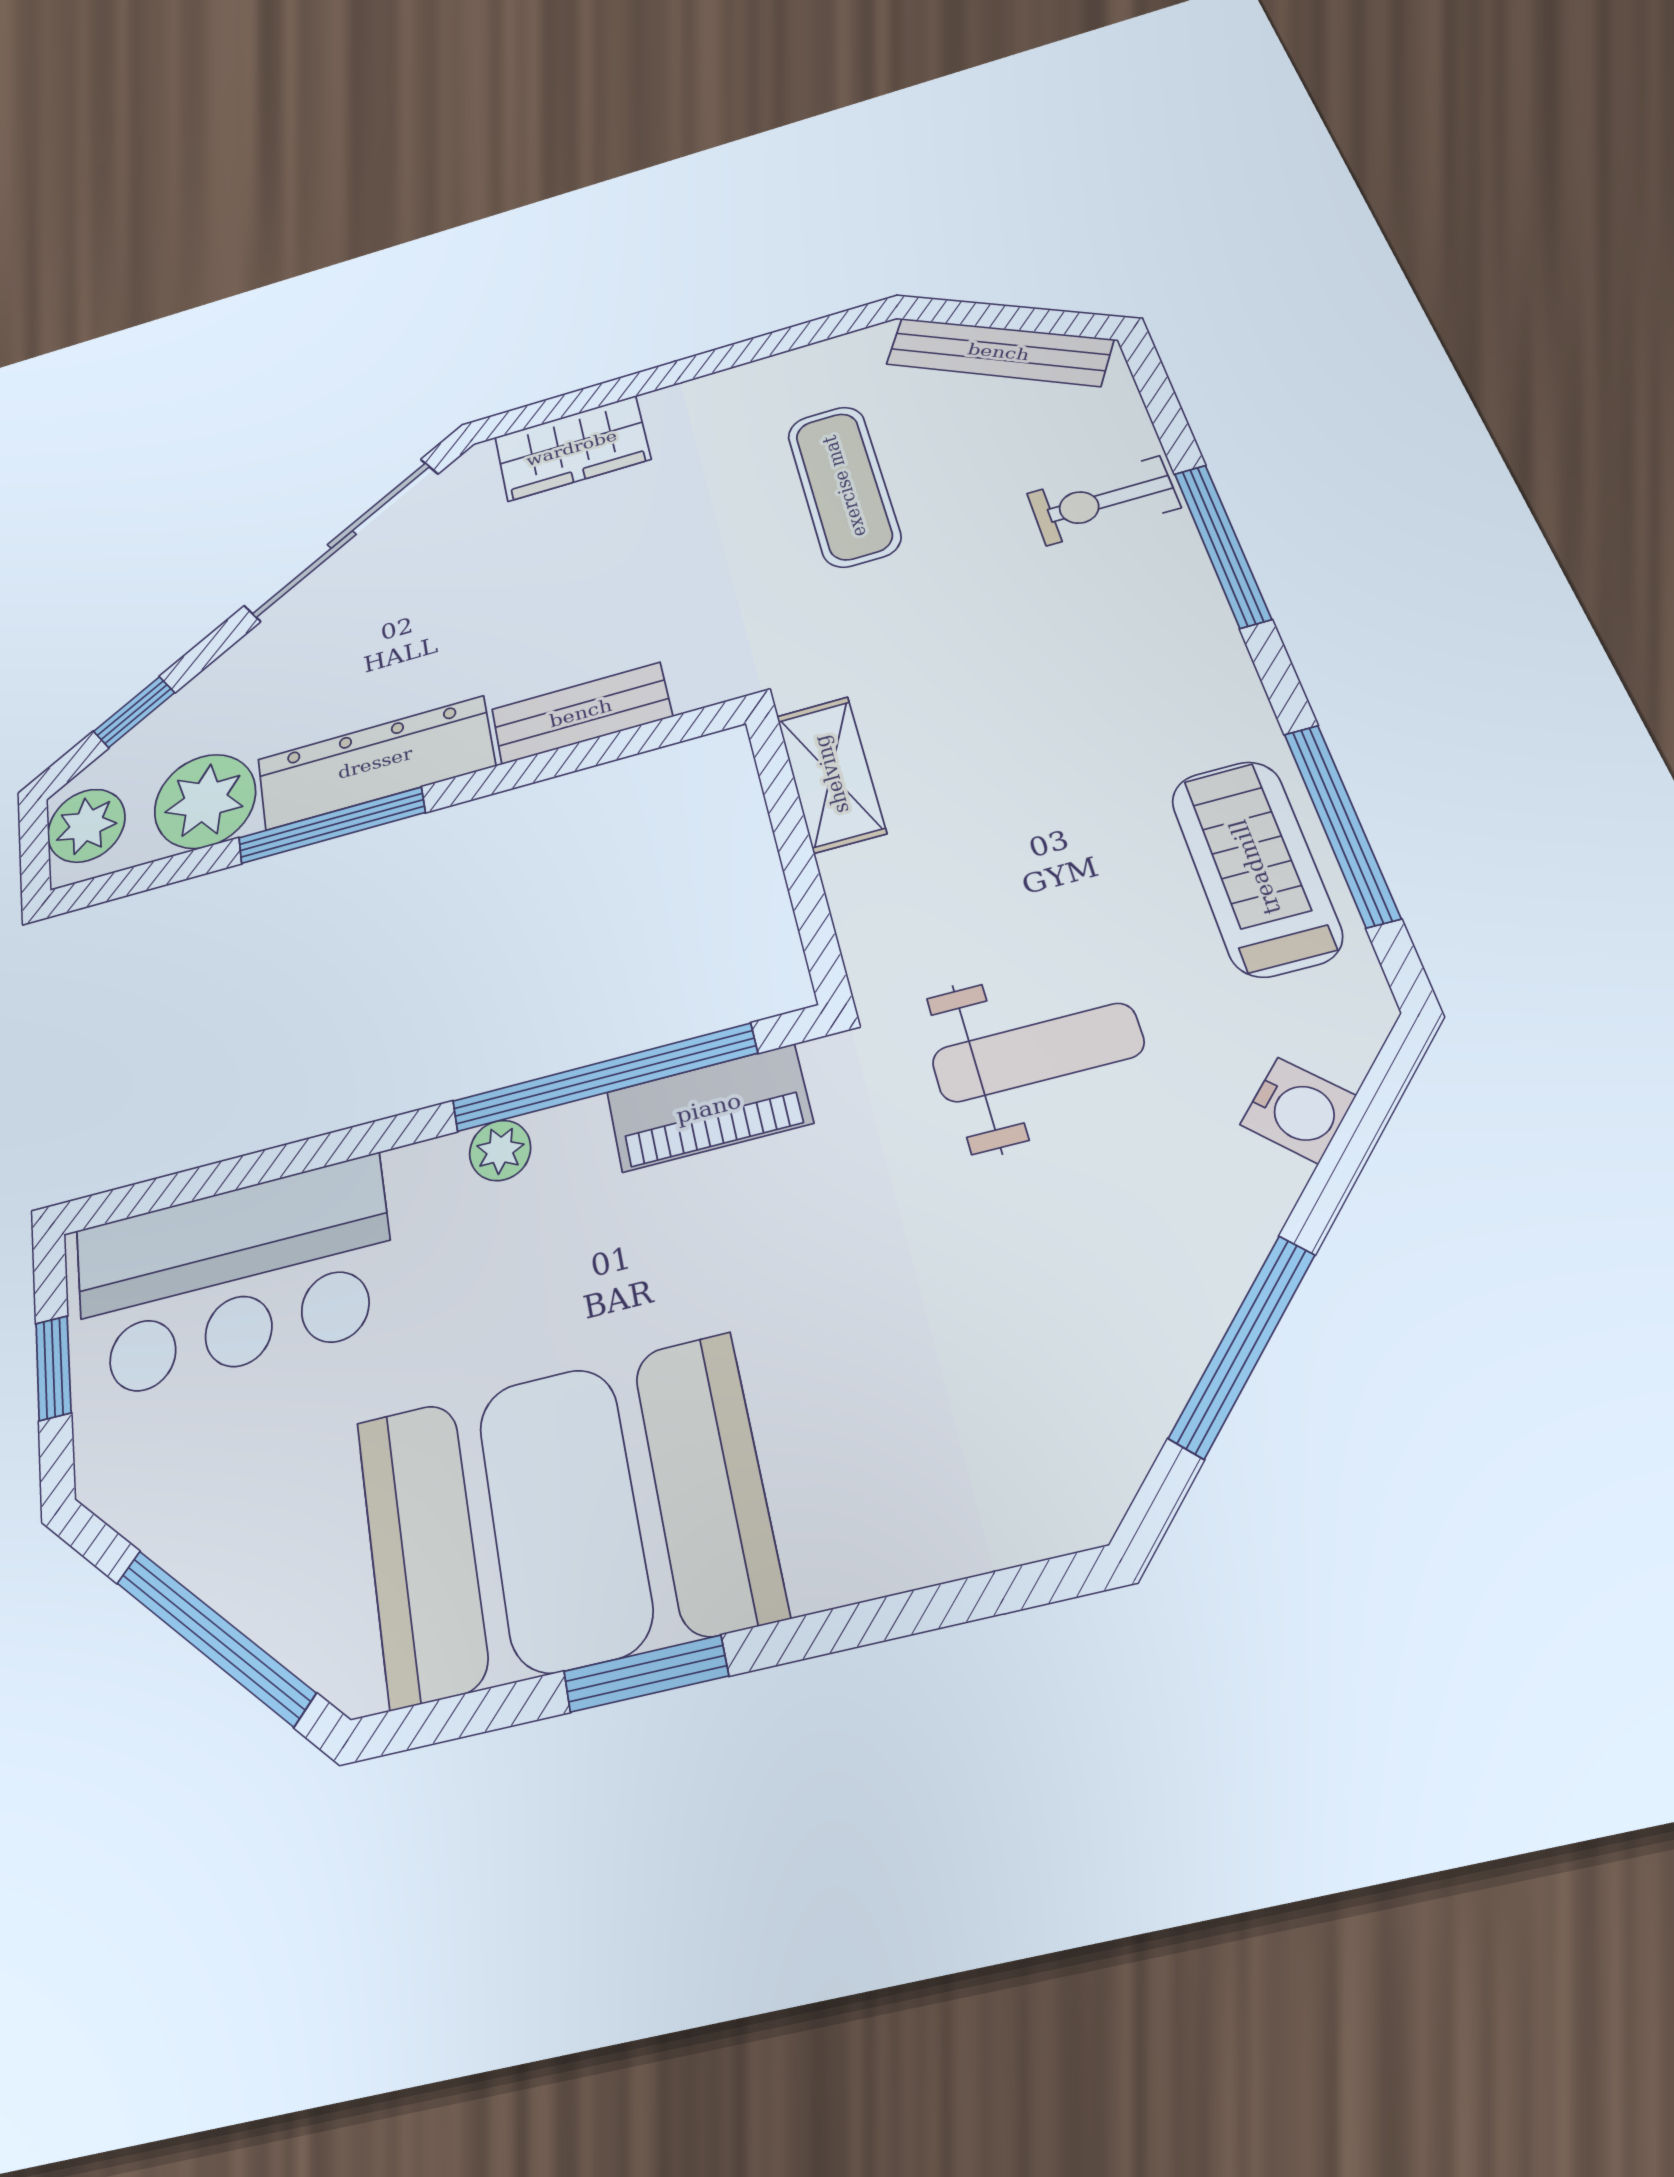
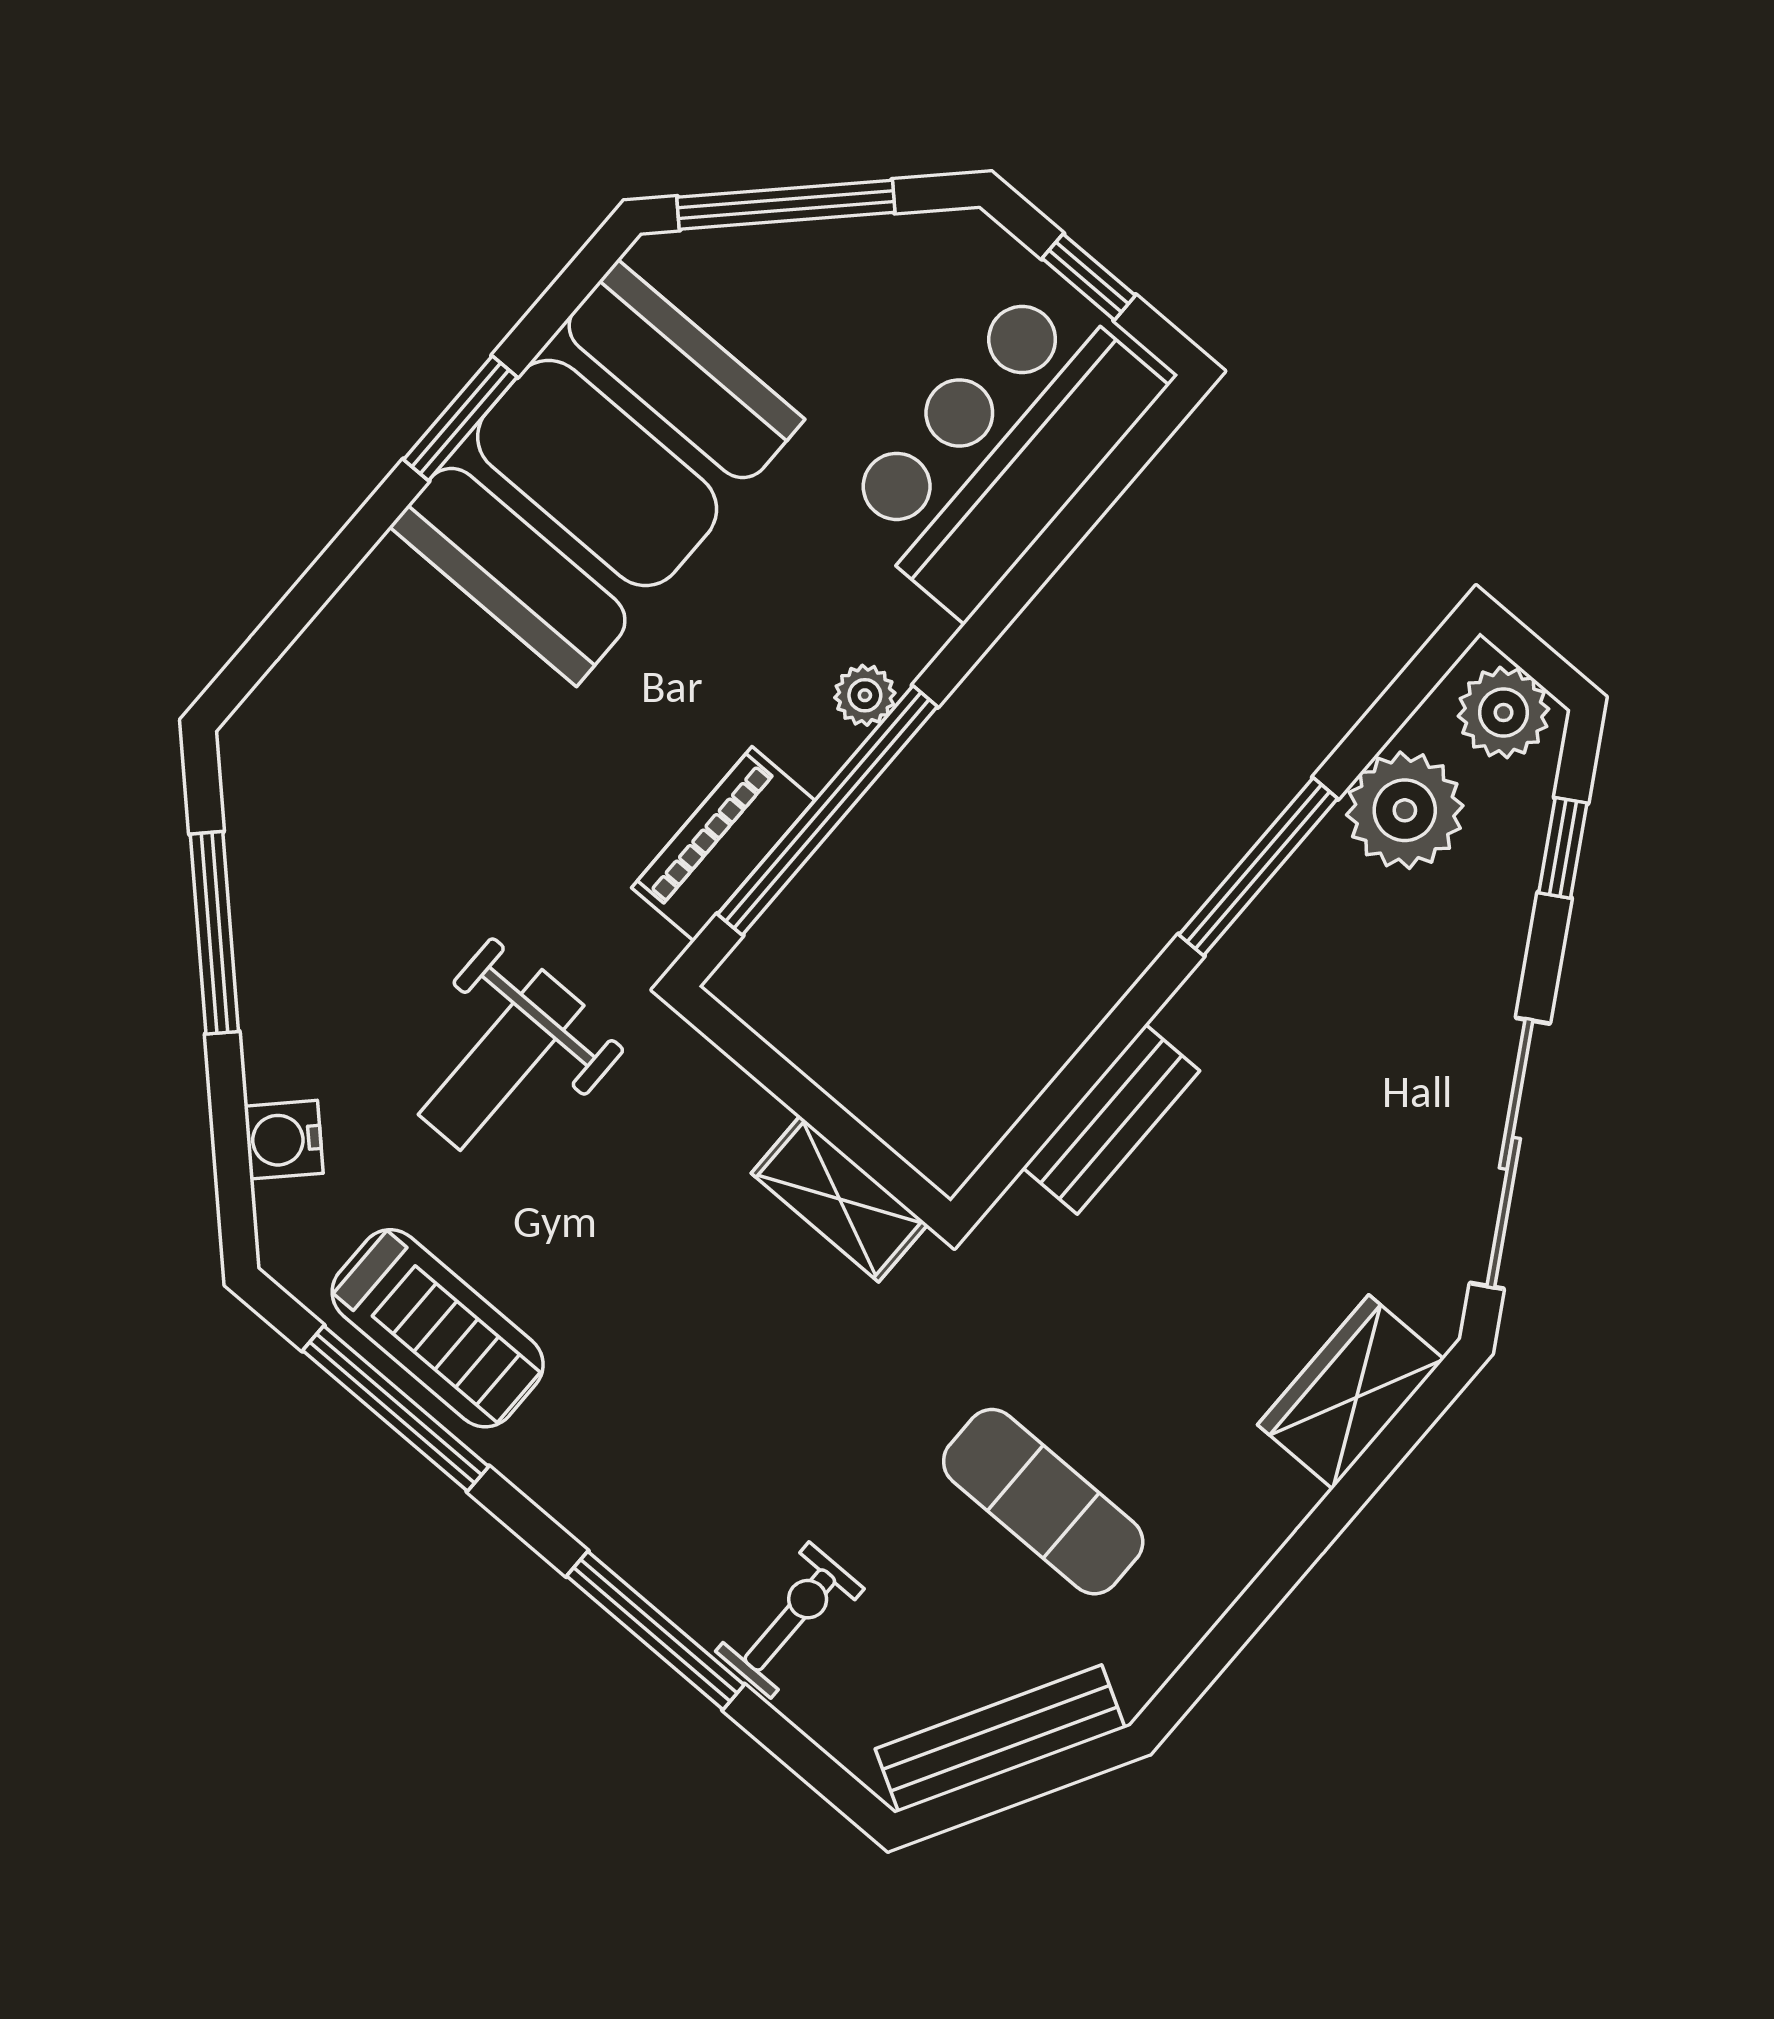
dresser: (375, 763) -> (1269, 950), removed

